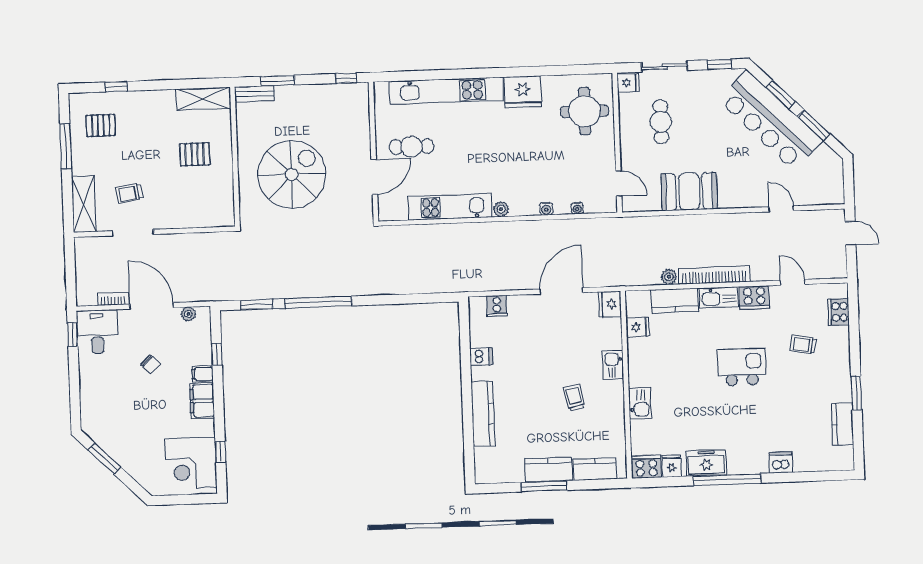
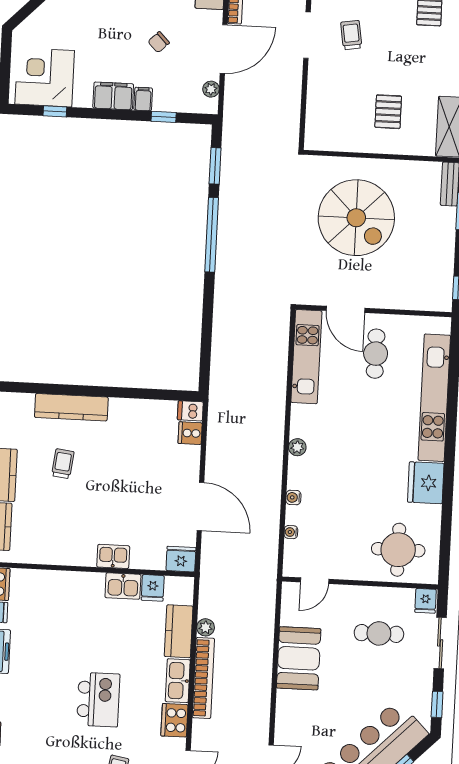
kitchen unit: (450, 207) -> (306, 357), moved
dishwasher: (481, 357) -> (190, 411), moved, turned 90
trolley: (574, 397) -> (63, 464), moved, turned -71
kitchen sink: (640, 403) -> (123, 586), moved

